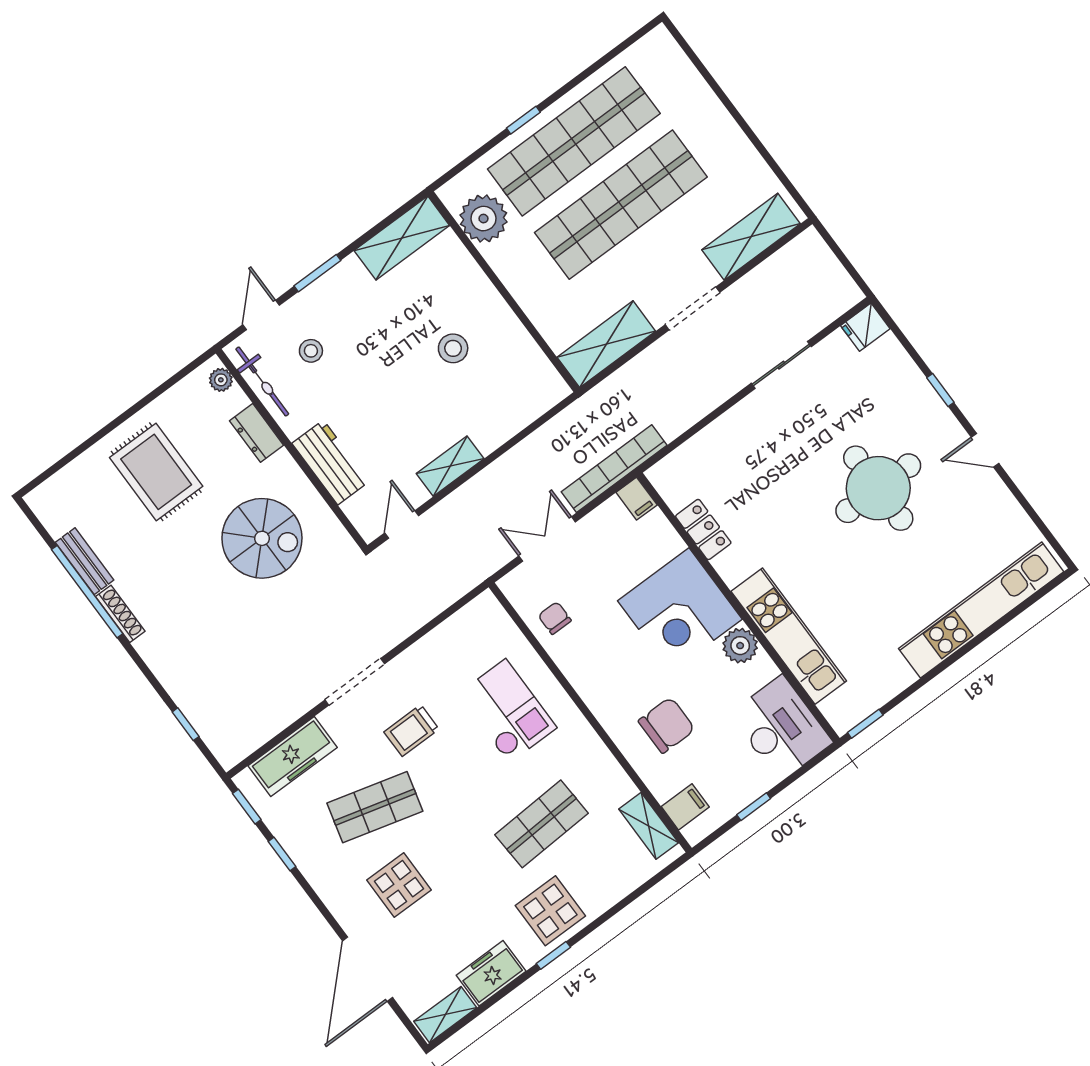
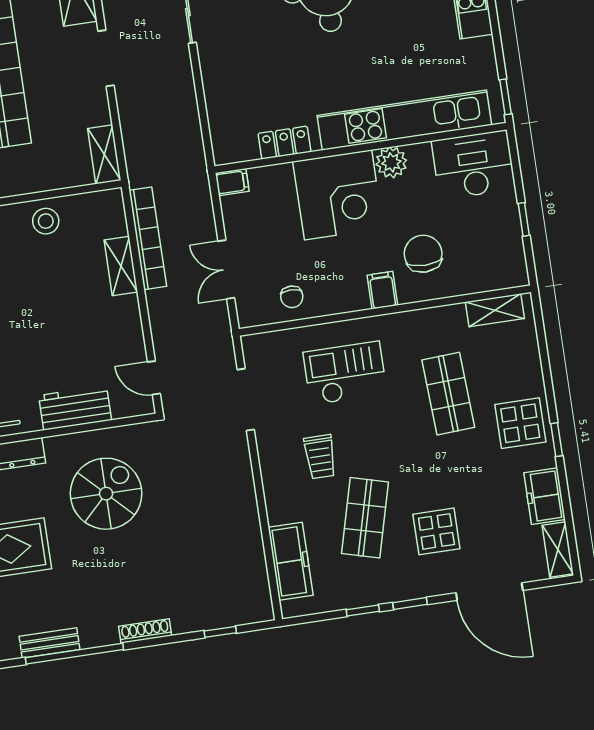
shelving: (606, 344) -> (104, 154), width x0.67, depth x0.75
stool: (453, 348) -> (46, 221), moved
shelving: (450, 466) -> (121, 266), moved
bookcase: (614, 469) -> (148, 238), moved, turned 180
shoe rack: (120, 614) -> (145, 631), moved
chair: (555, 618) -> (292, 297), turned -90
kitchen unit: (789, 636) -> (404, 120), width x1.36
doorway: (355, 682) -> (246, 400), moved
window: (247, 807) -> (410, 603), moved
filing cabinet: (685, 807) -> (382, 290), moved

